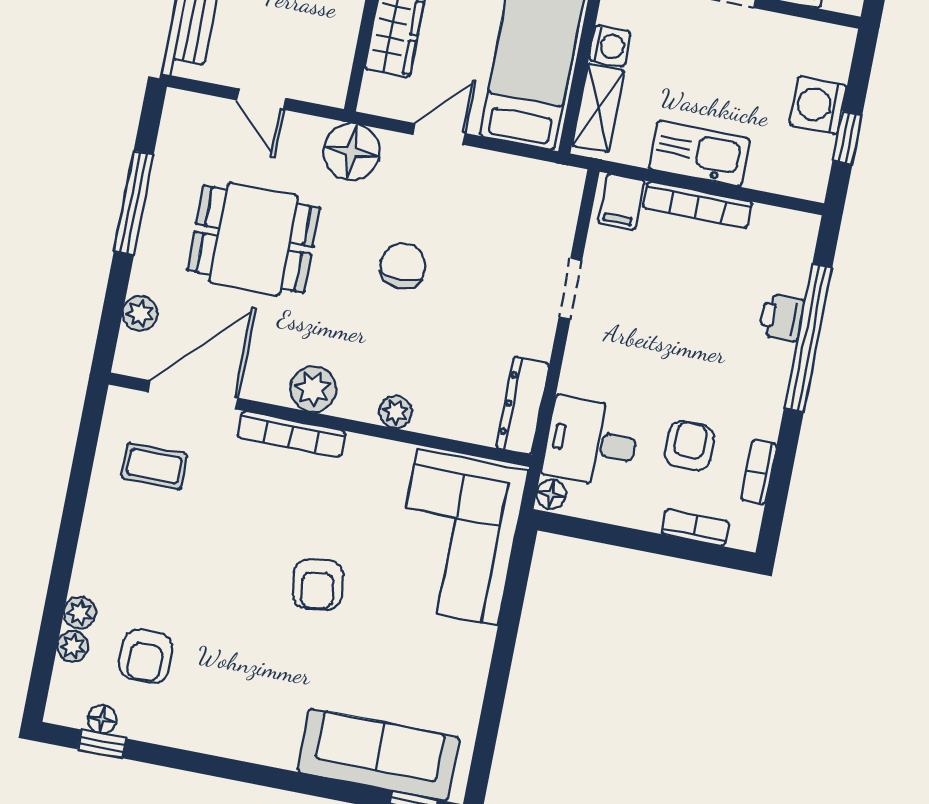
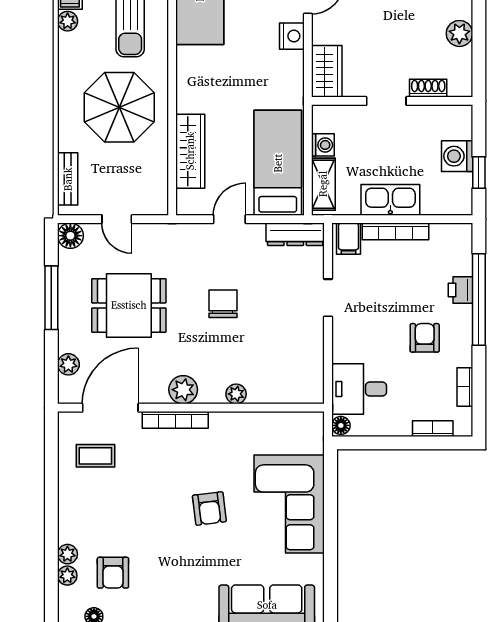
floor lamp: (351, 152) -> (70, 236), moved, width x0.73, depth x0.73
dresser: (523, 406) -> (295, 234), moved, turned -90
armchair: (690, 446) -> (425, 338), moved
corner sofa: (458, 537) -> (289, 504), moved

